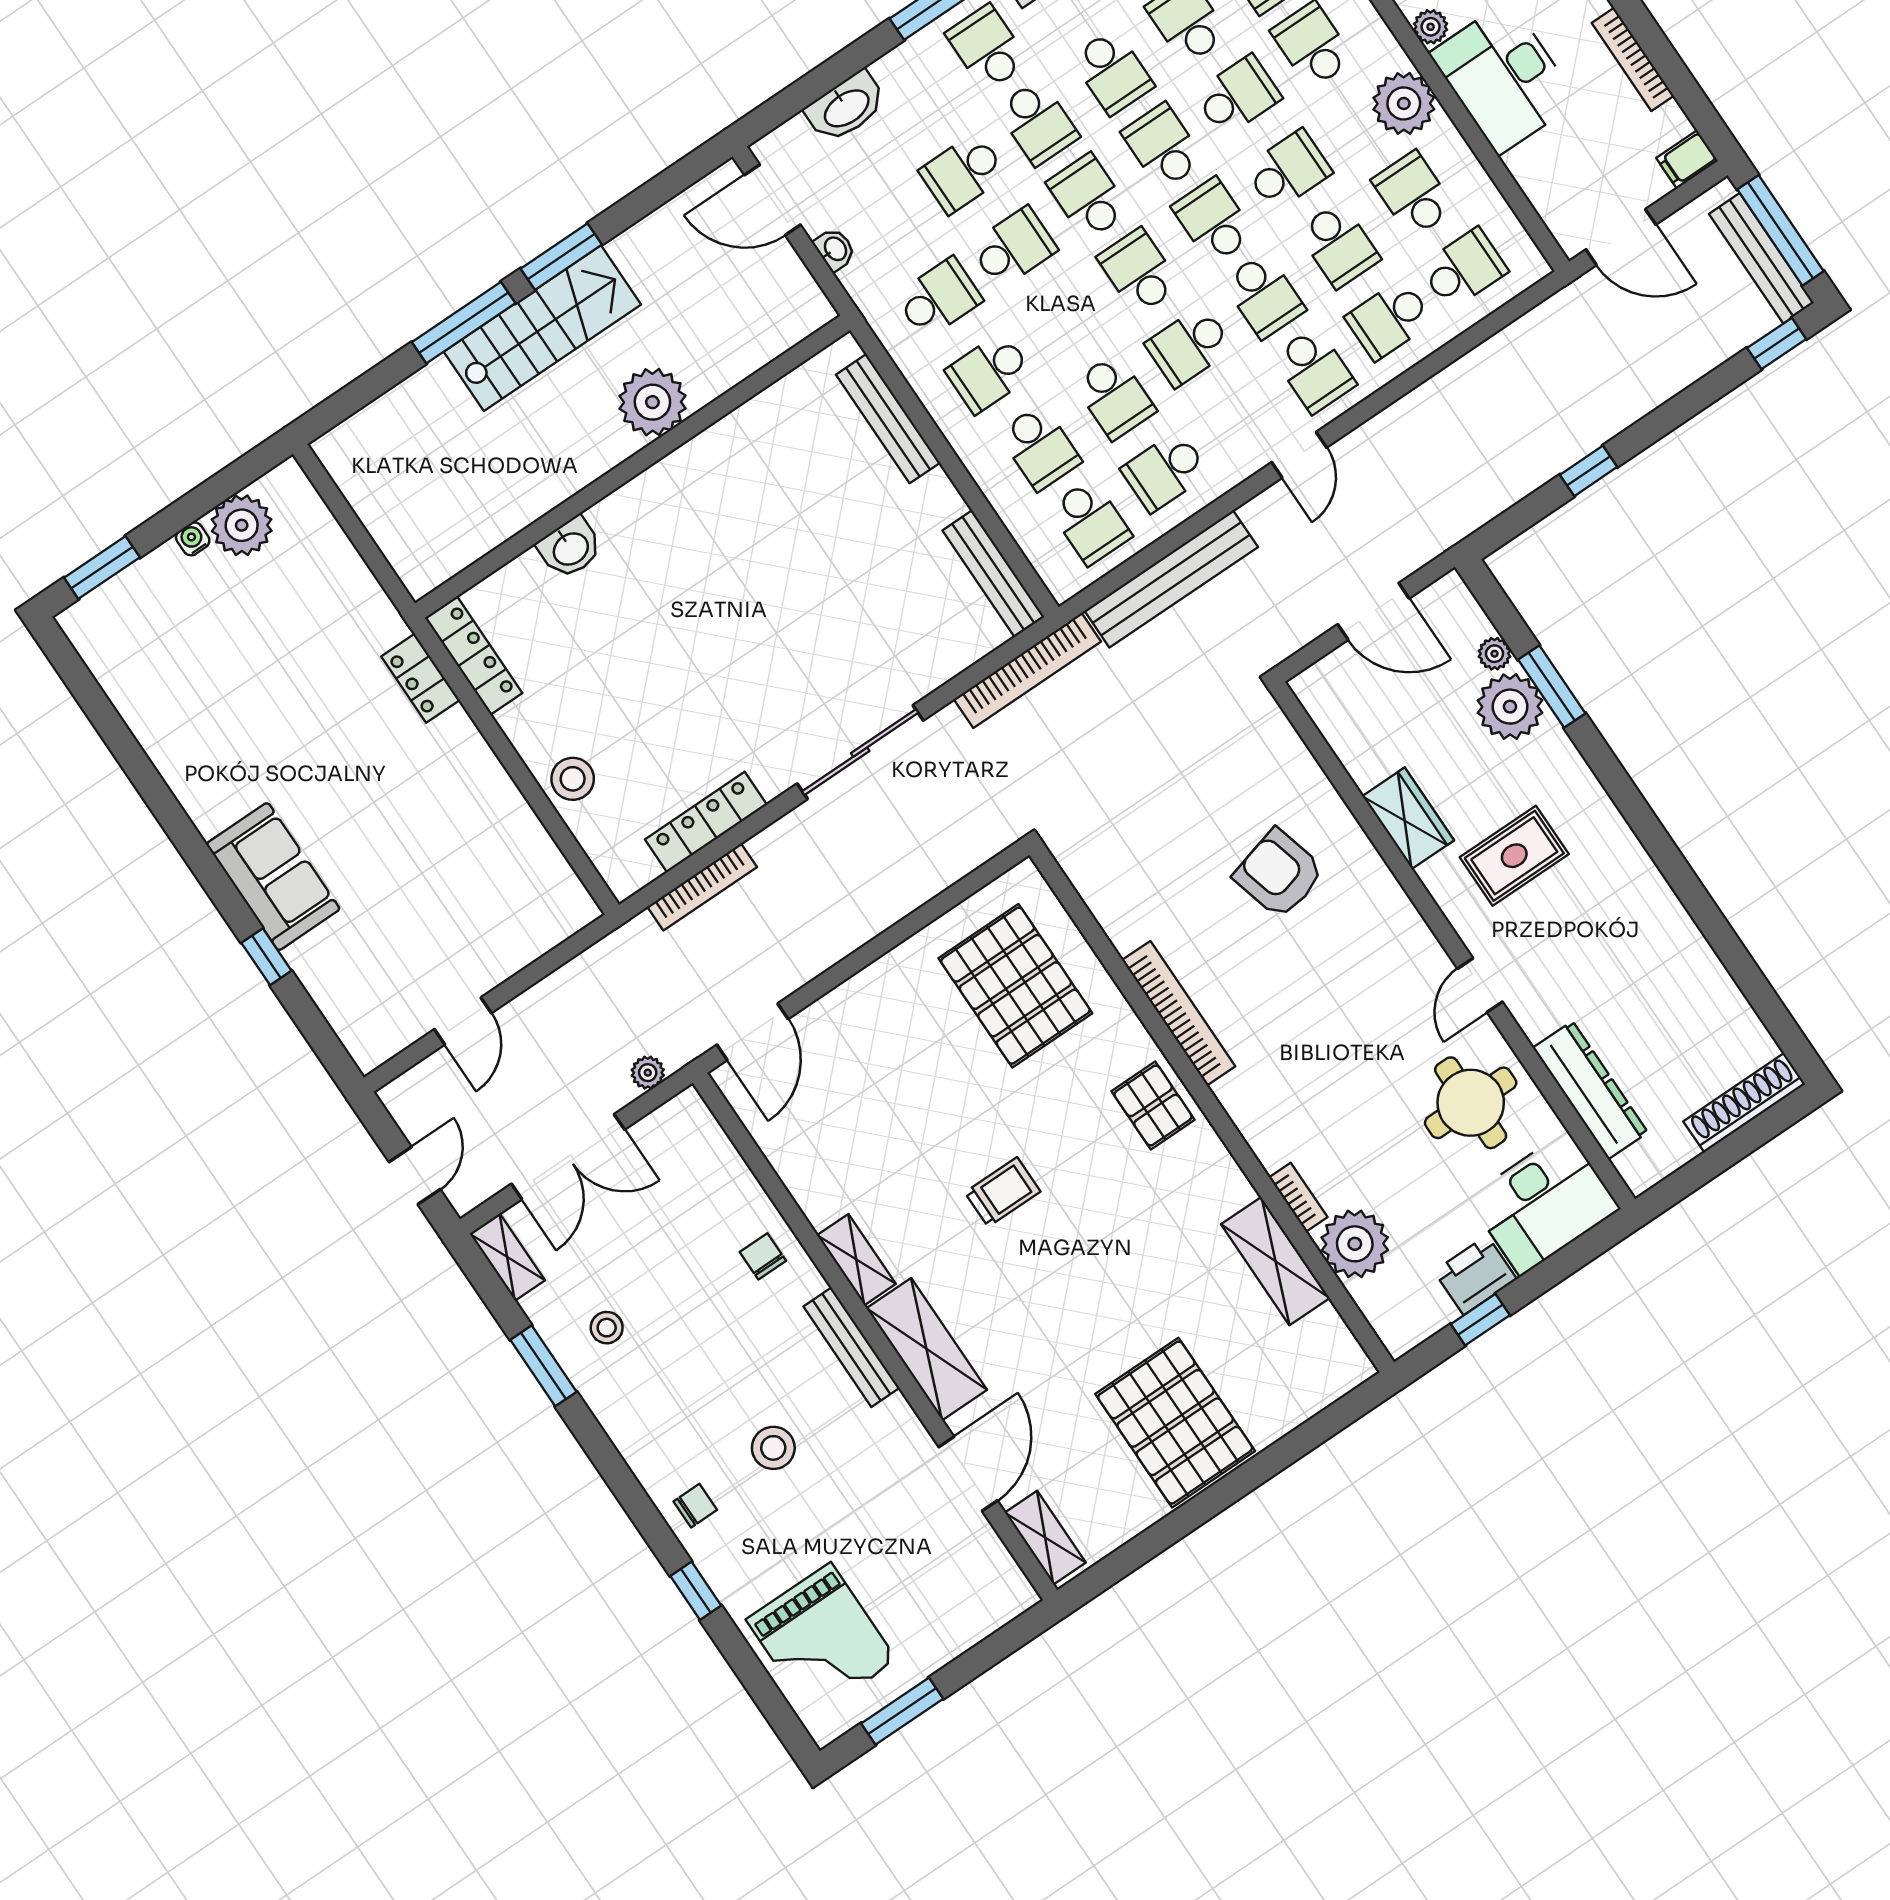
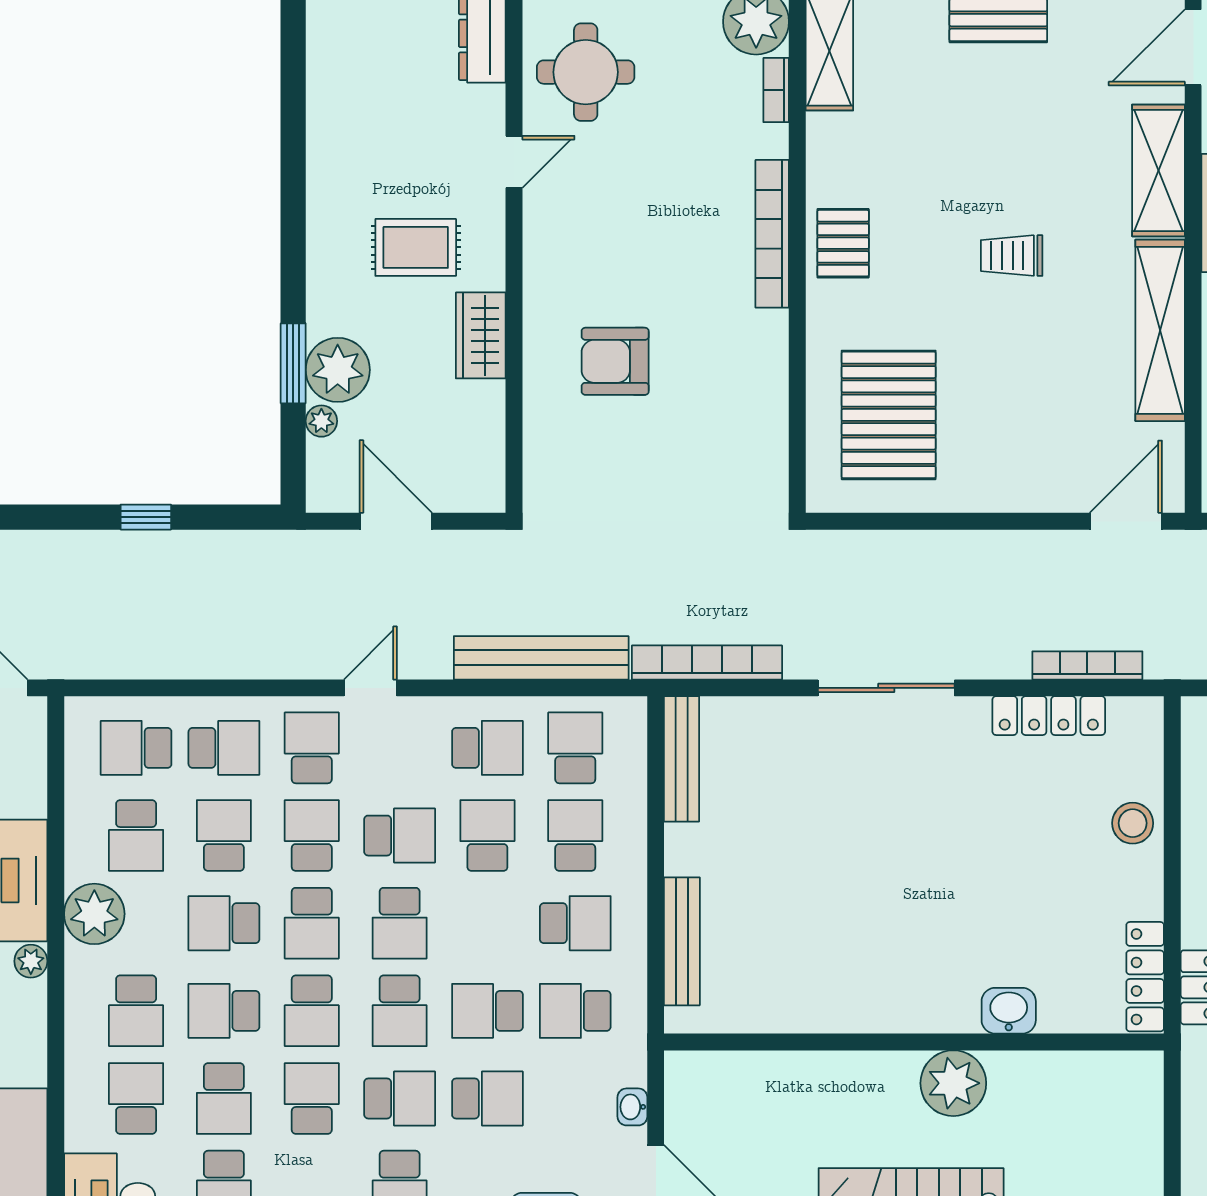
school desk: (1038, 122) -> (400, 1098), turned 90
plant: (652, 402) -> (953, 1083), moved
armchair: (1279, 874) -> (615, 361), turned 105
bookcase: (1179, 1013) -> (772, 234), moved
shelving: (856, 1260) -> (1160, 330), width x2.20, depth x1.33

